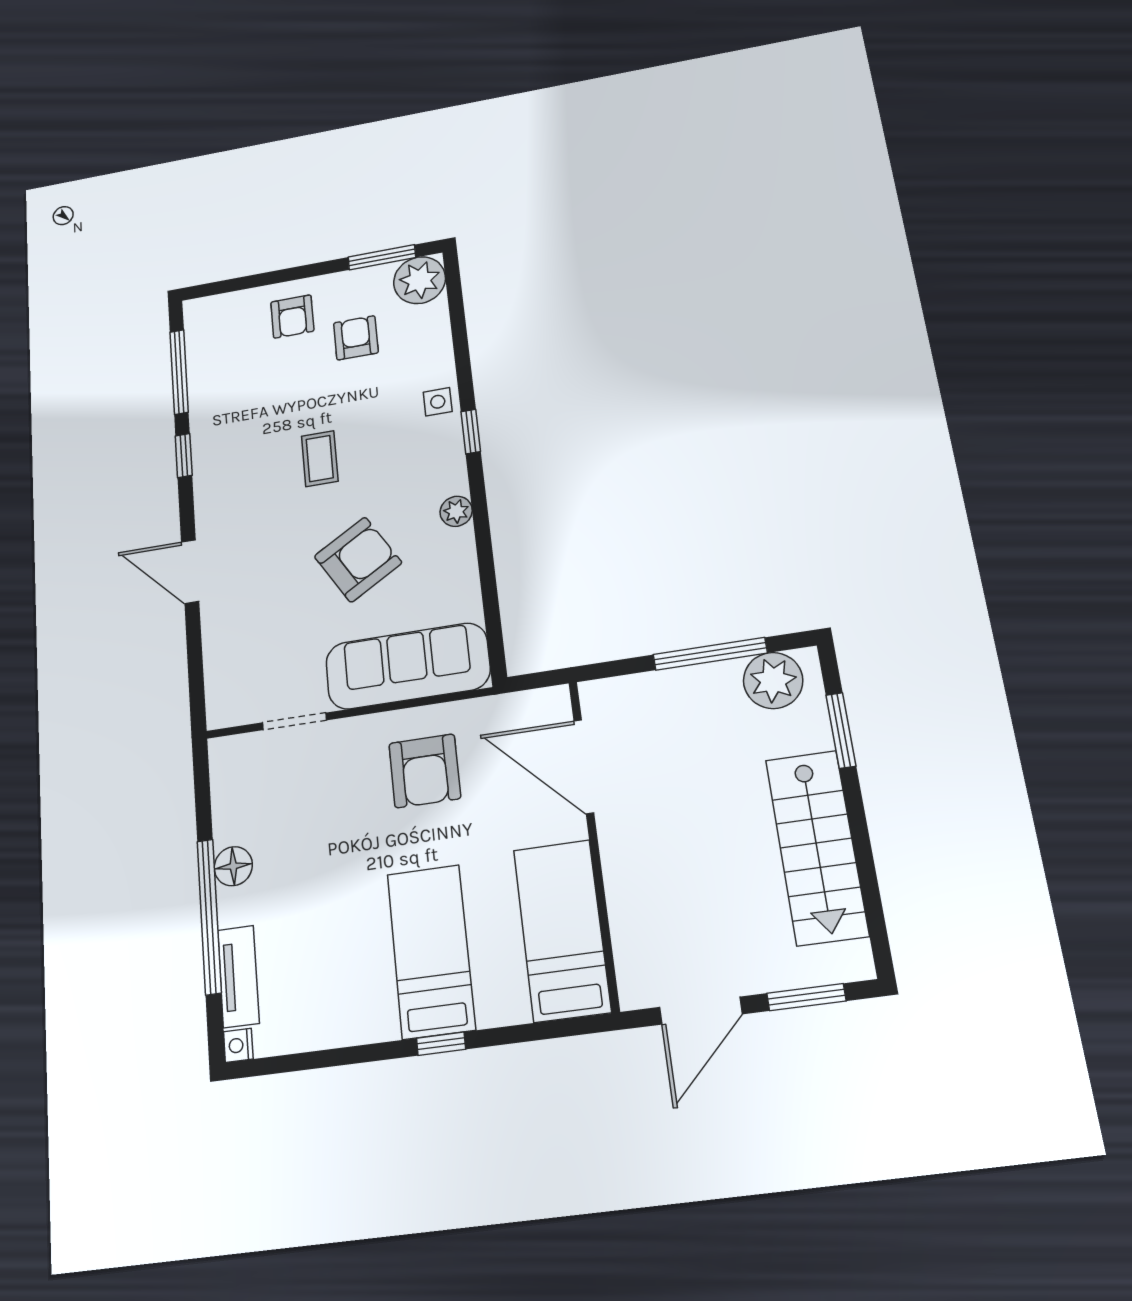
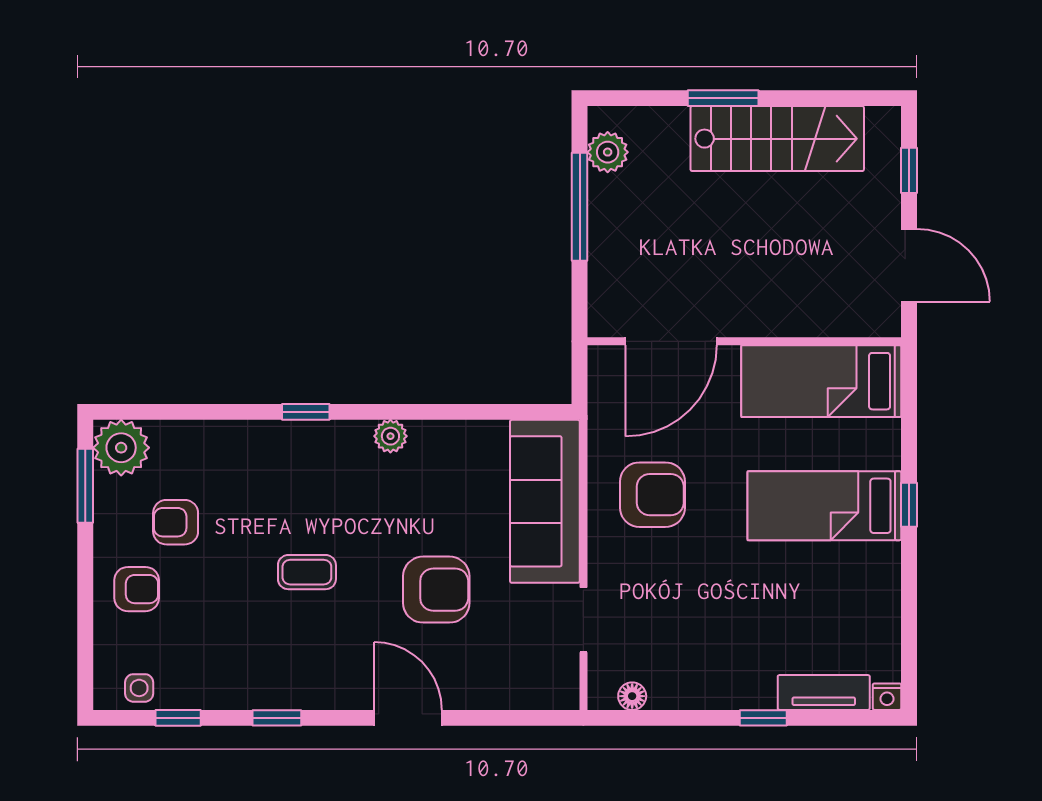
window: (179, 372) -> (178, 718), width x0.46
side table: (438, 402) -> (139, 688), moved
armchair: (358, 560) -> (436, 590), moved, turned 121
door: (190, 572) -> (408, 718), swing flipped
plant: (773, 680) -> (608, 152), width x0.73, depth x0.73
window: (841, 730) -> (723, 98), moved
floor lamp: (233, 866) -> (632, 696), moved, width x0.73, depth x0.73
window: (209, 916) -> (763, 718), width x0.32
window: (806, 997) -> (909, 170), width x0.67

